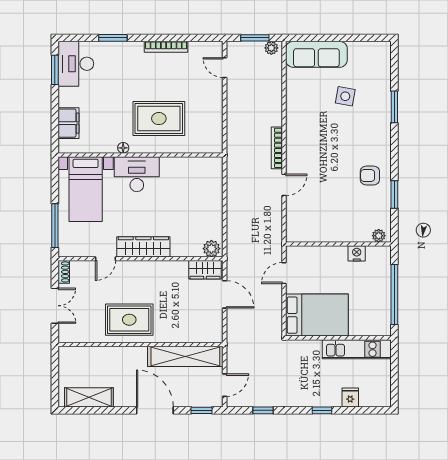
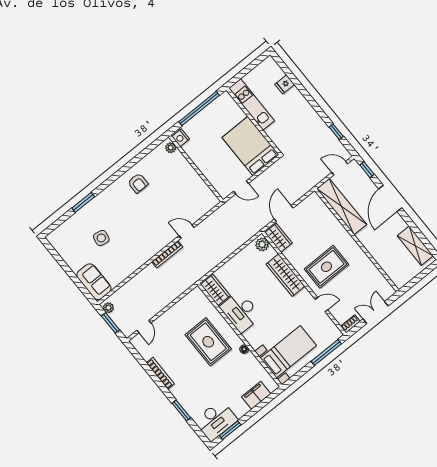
sofa: (316, 54) -> (94, 282), width x0.73
wardrobe: (204, 167) -> (215, 290), added
desk: (137, 174) -> (241, 312), moved
window: (394, 194) -> (137, 159), removed
wardrobe: (143, 247) -> (285, 275), moved
nightstand: (357, 253) -> (181, 138), moved
rug: (129, 320) -> (326, 267), moved, turned 90
window: (322, 410) -> (307, 95), removed

